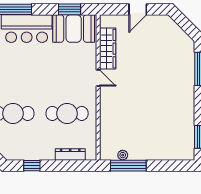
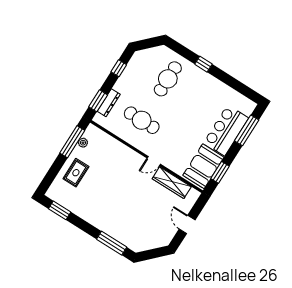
cafe table: (67, 113) -> (142, 120), turned 90
rug: (155, 144) -> (76, 173), added
window: (75, 166) -> (98, 101), added

